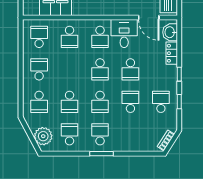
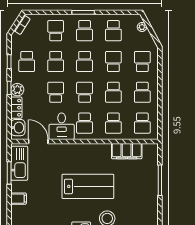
school desk: (70, 37) -> (113, 123), turned 180
school desk: (100, 37) -> (85, 123), turned 180
school desk: (70, 69) -> (113, 92), added
plant: (171, 72) -> (17, 90), added
school desk: (100, 102) -> (85, 61), turned 180
school desk: (130, 134) -> (56, 31), added
plant: (43, 136) -> (142, 27), width x0.53, depth x0.53

